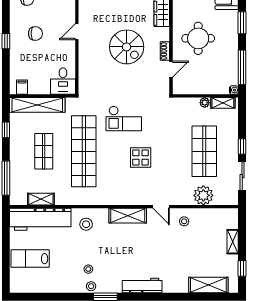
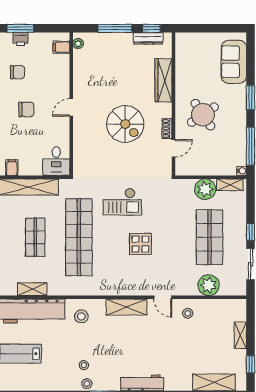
round table: (198, 38) -> (203, 115), turned -34
plant: (205, 103) -> (205, 189), width x1.88, depth x1.88

